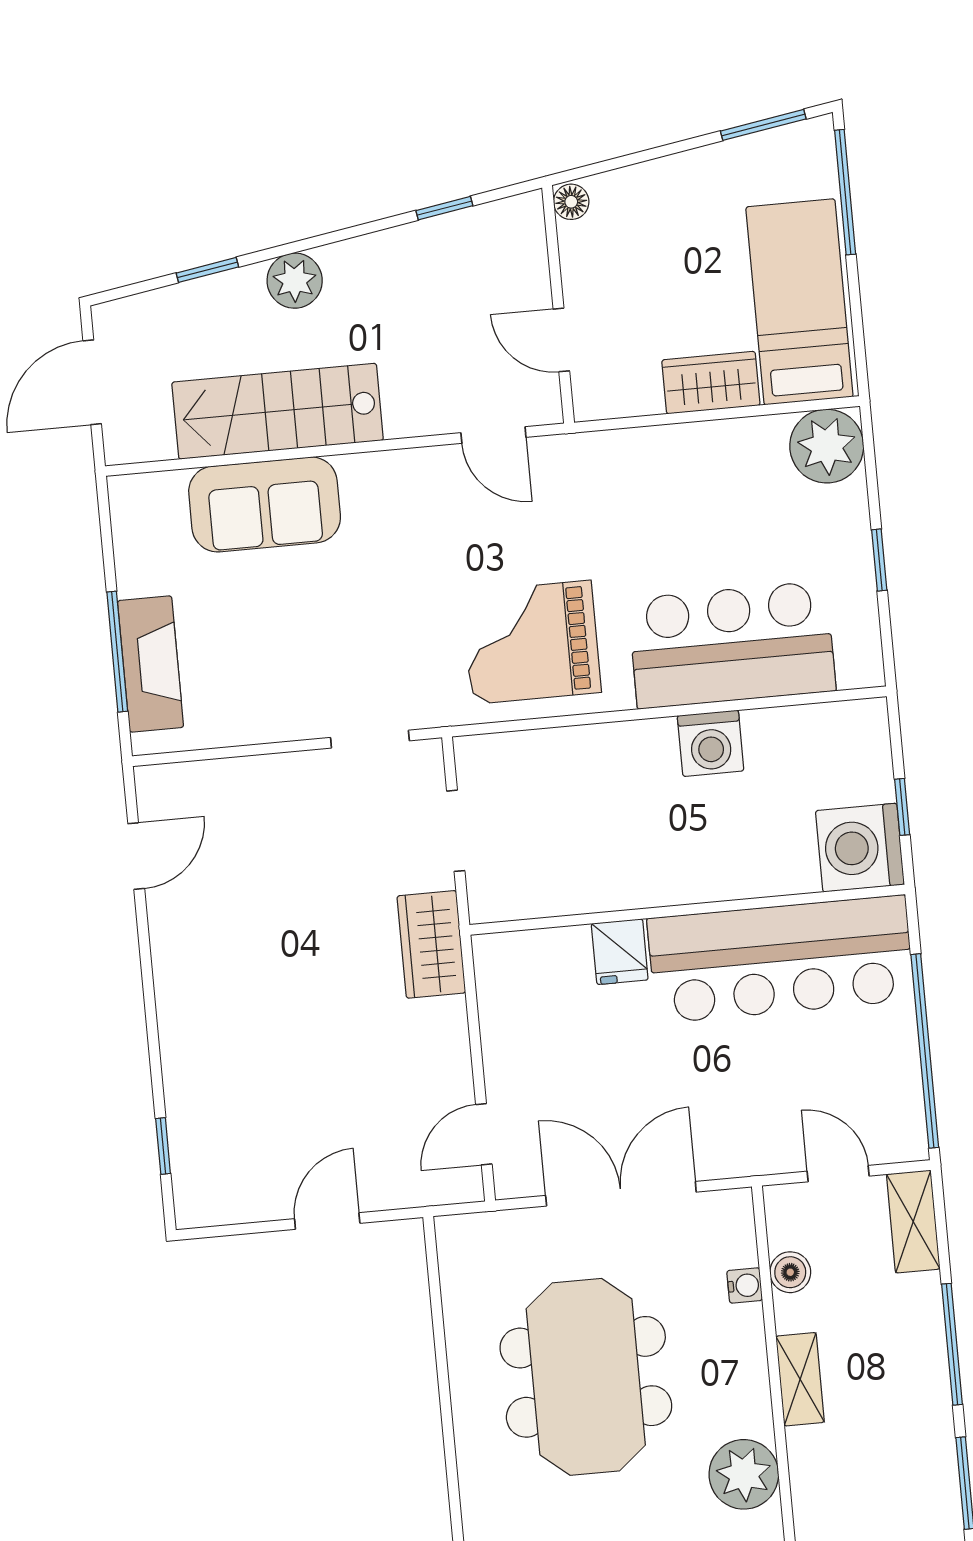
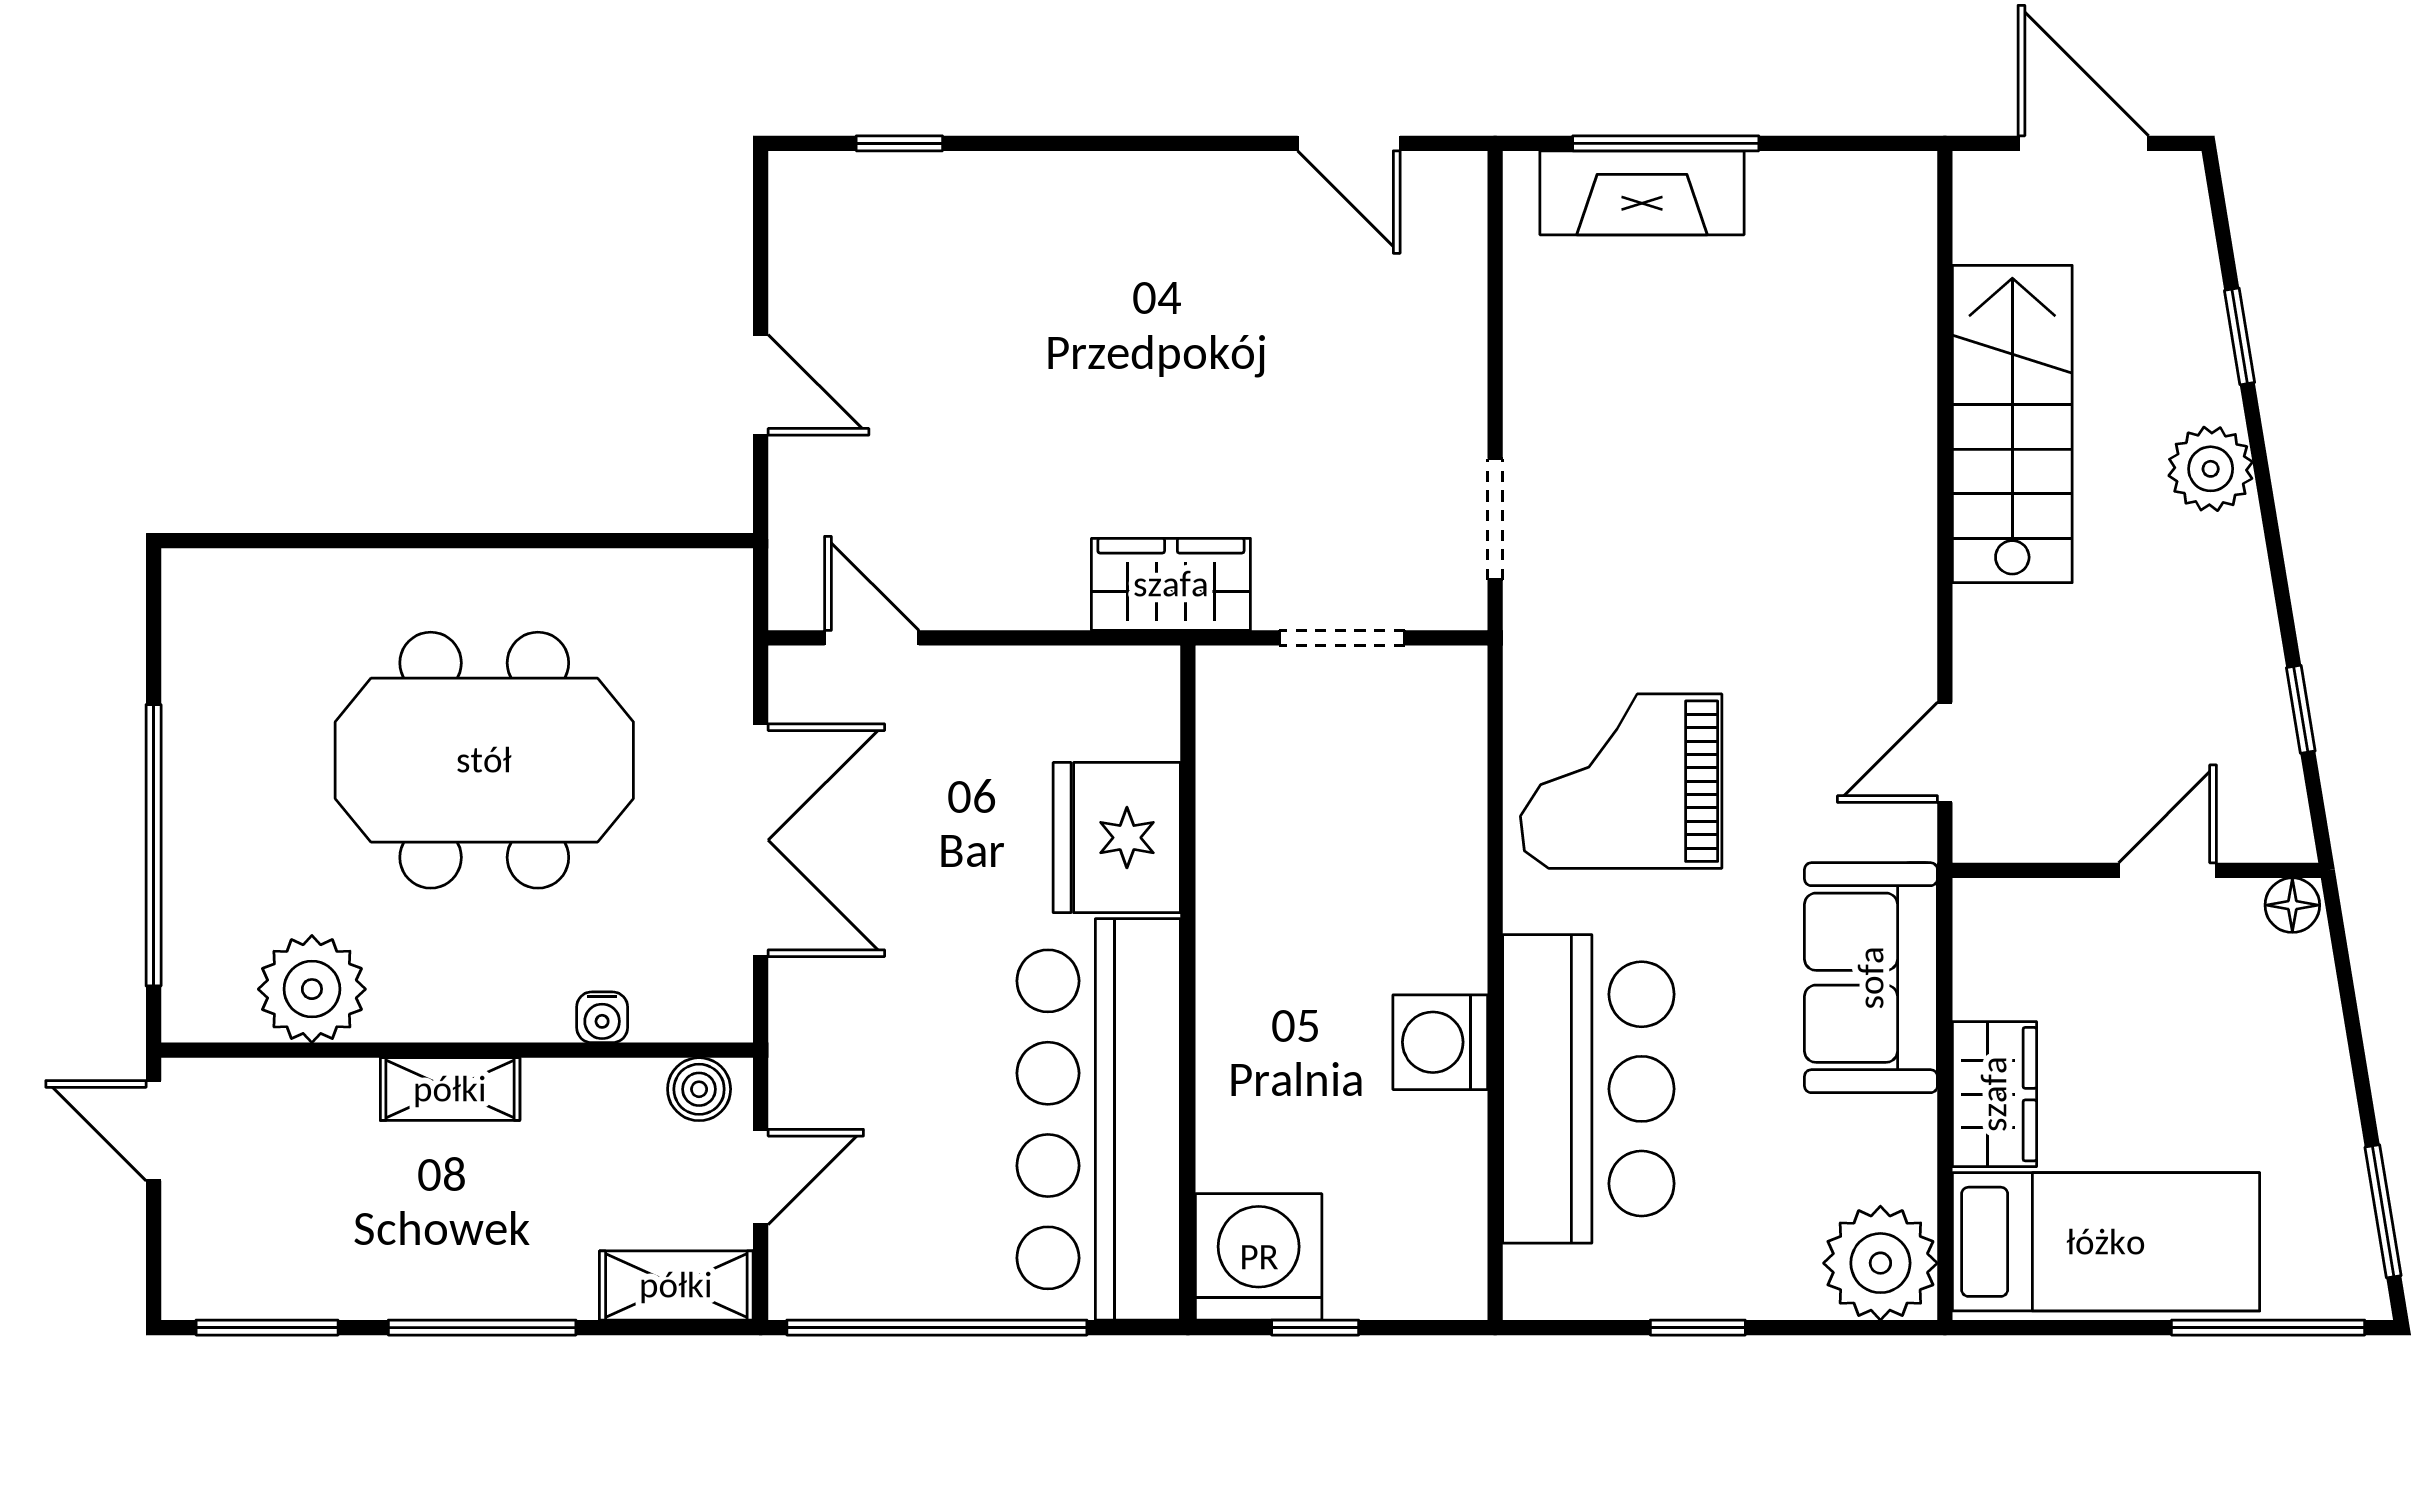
door: (561, 340) -> (2167, 870), moved
sofa: (265, 504) -> (1871, 978), moved
grand piano: (531, 642) -> (1621, 781), turned -90
fridge: (620, 952) -> (1117, 838), width x1.88, depth x1.34
boiler: (790, 1272) -> (699, 1089), moved

